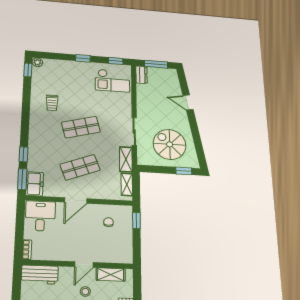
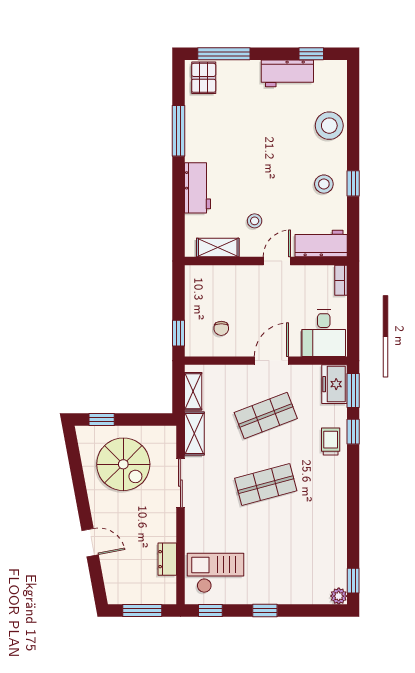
dresser: (142, 75) -> (167, 559), moved
trolley: (52, 103) -> (331, 441), moved
door: (84, 265) -> (277, 261), moved

